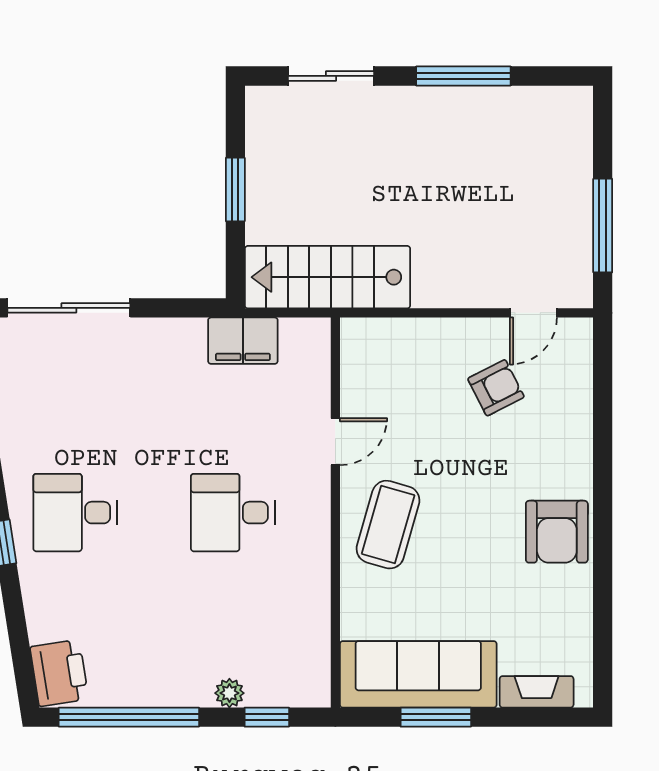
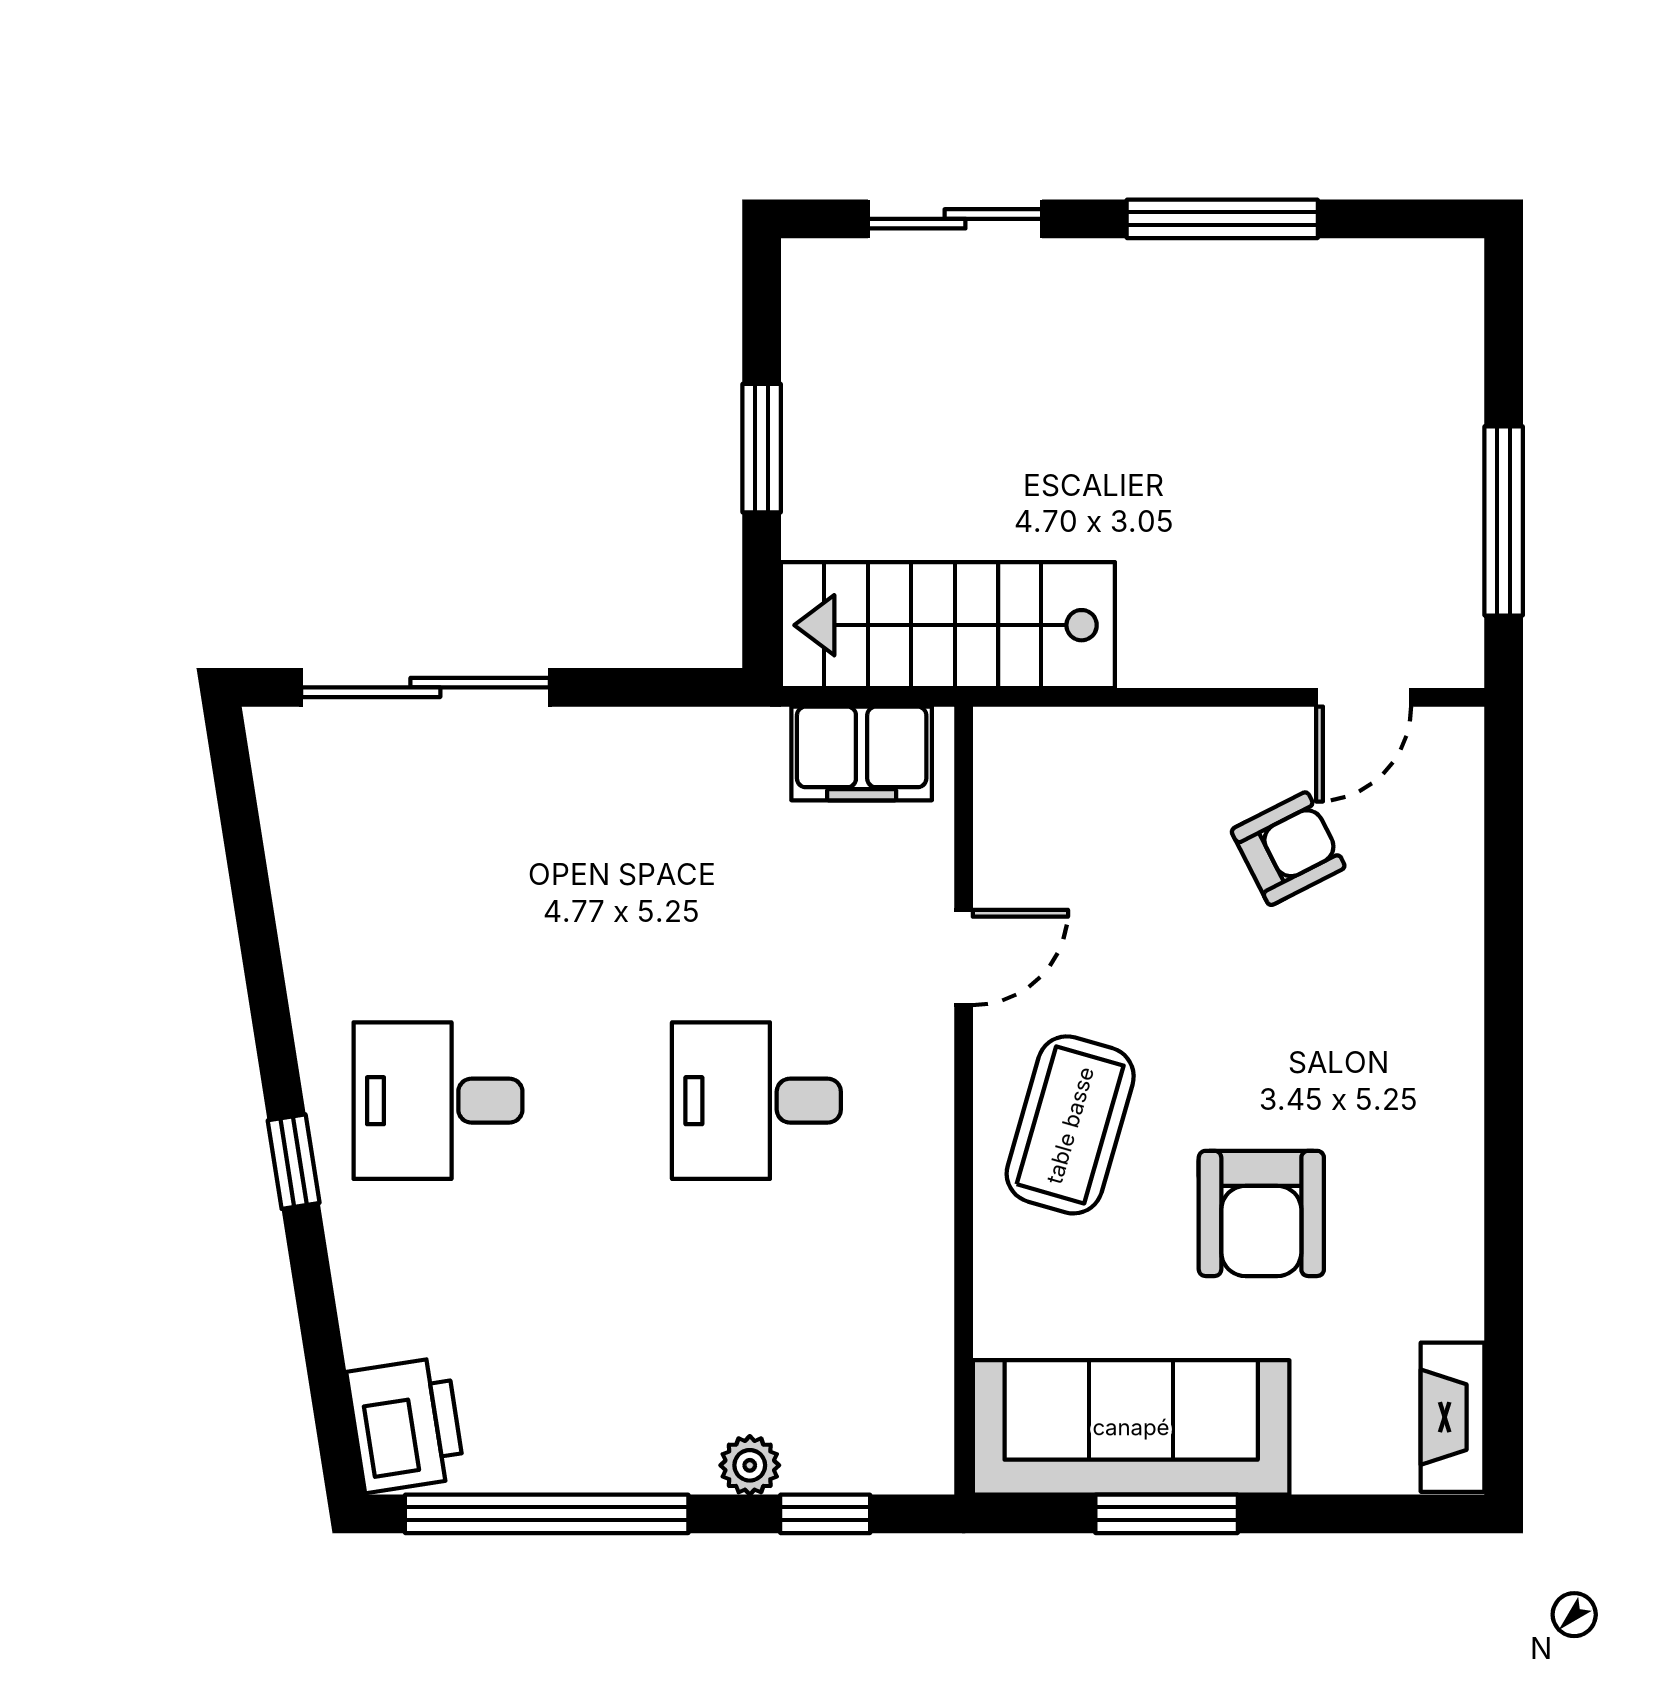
filing cabinet: (243, 341) -> (862, 753), moved
armchair: (557, 532) -> (1261, 1213), moved
fireplace: (537, 692) -> (1453, 1417), moved, turned -90

